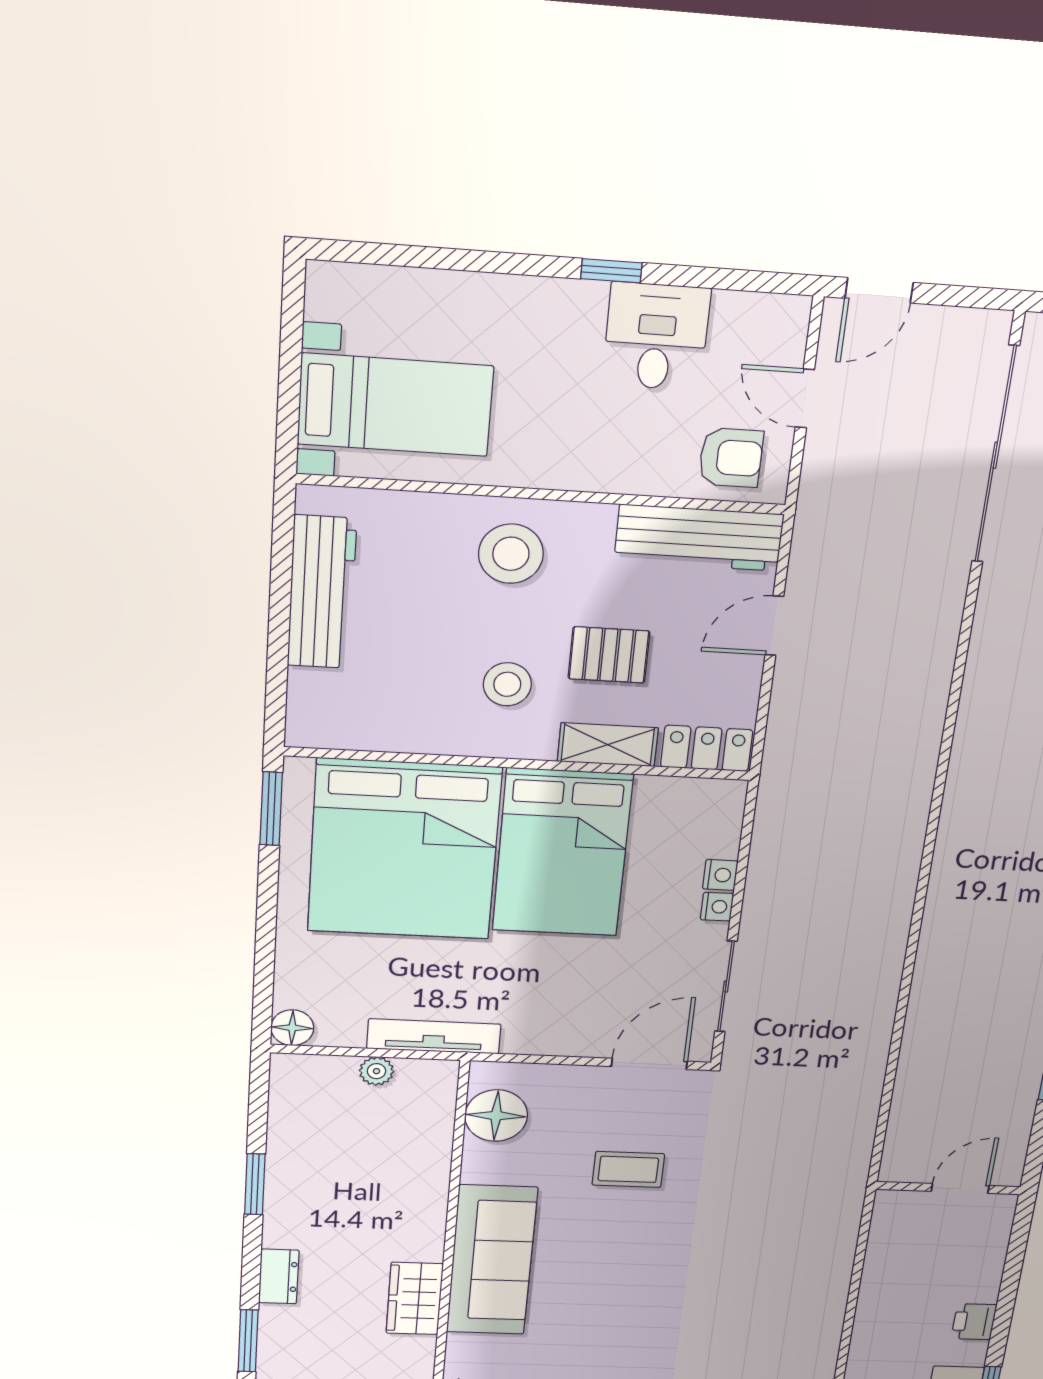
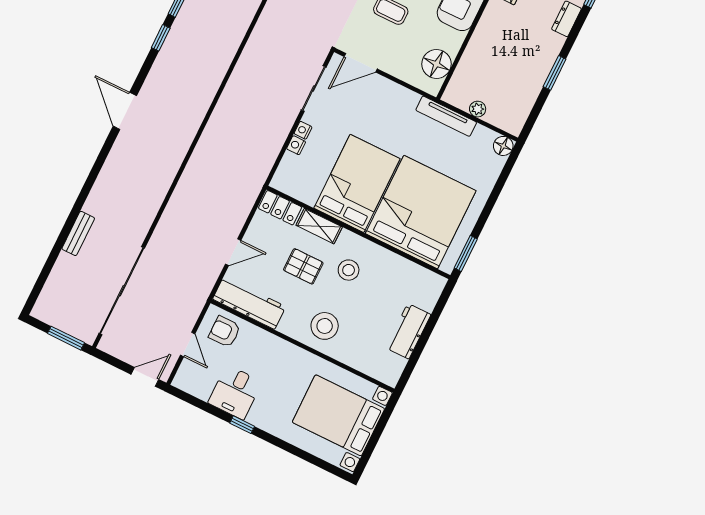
bed with nightstands: (395, 405) -> (338, 415), width x1.36
workbench: (322, 592) -> (408, 331), width x0.73

